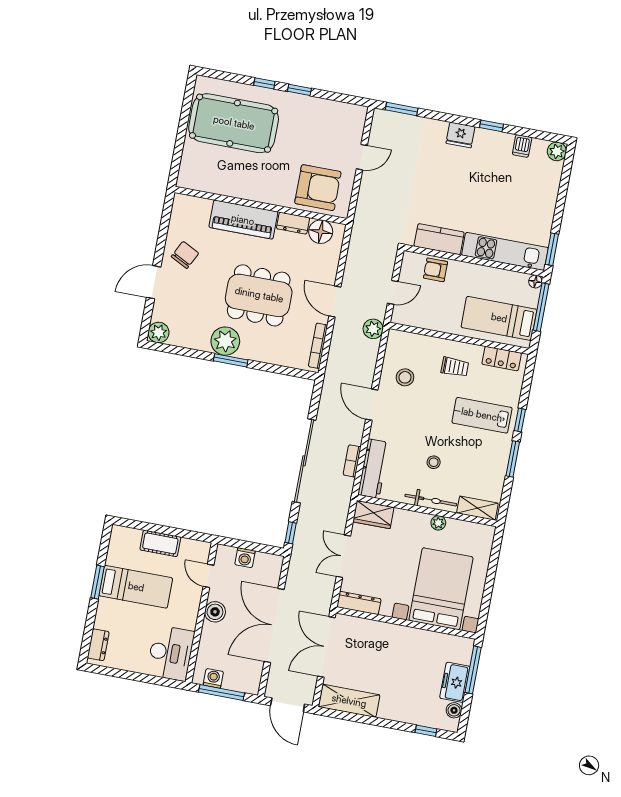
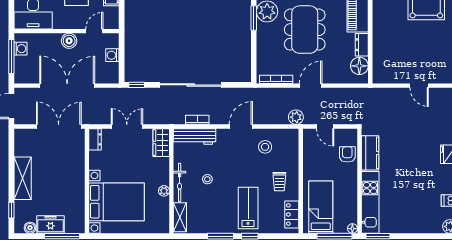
armchair: (318, 188) -> (391, 58), removed
dresser: (359, 603) -> (95, 139), width x0.70
shelving: (349, 701) -> (23, 178), moved

